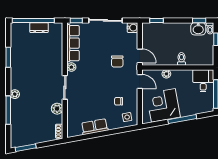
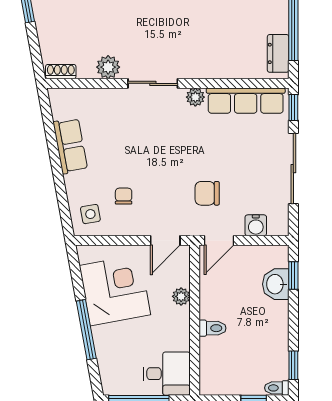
dresser: (39, 28) -> (278, 53), moved
water cooler: (133, 28) -> (256, 225), moved
washbasin: (198, 29) -> (276, 284), moved

